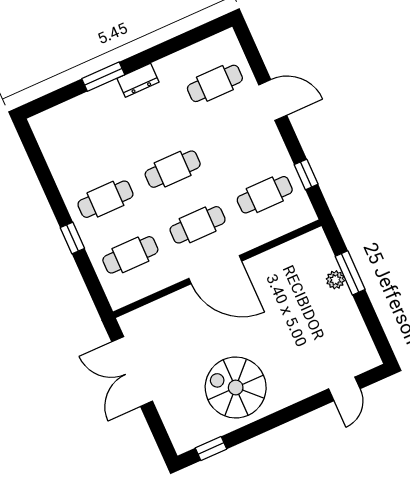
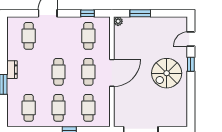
cafe table: (81, 143) -> (29, 108), added
plant: (335, 280) -> (118, 21), moved
spiral stairs: (236, 387) -> (167, 73), moved
door: (344, 389) -> (191, 39), swing flipped
window: (211, 448) -> (191, 64), moved

